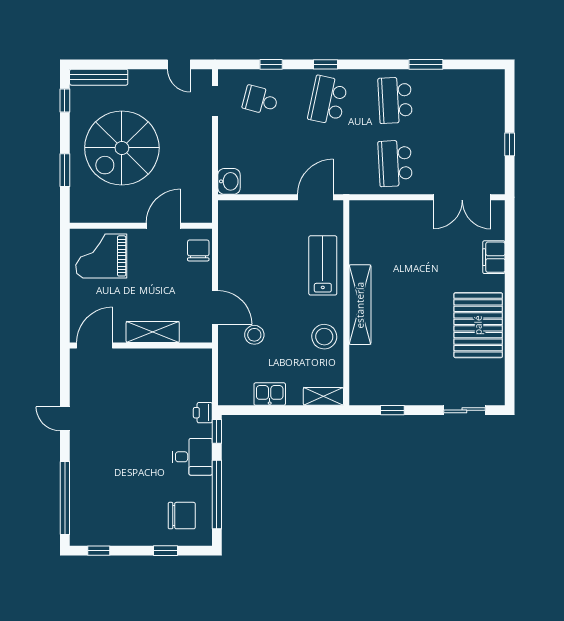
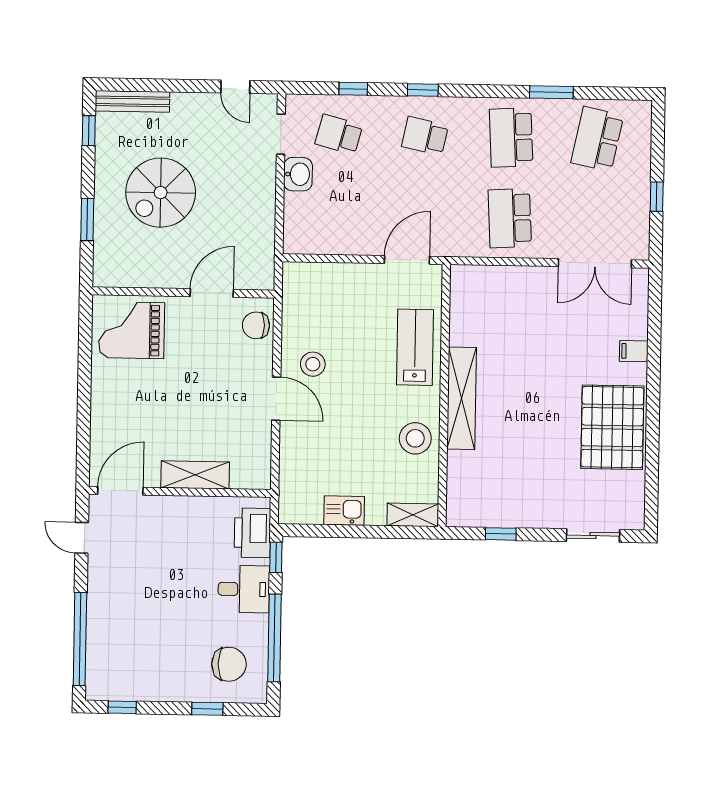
school desk: (328, 100) -> (425, 136), width x0.54
school desk: (462, 100) -> (597, 139), added
spiral stairs: (122, 148) -> (161, 193), width x0.73, depth x0.73
washbasin: (229, 181) -> (298, 174), moved
chair: (198, 250) -> (256, 325), turned -90
filing cabinet: (494, 257) -> (634, 351), width x0.50
shelving: (153, 332) -> (195, 475), moved
stool: (254, 335) -> (313, 364), moved
door: (95, 346) -> (120, 491), moved
wall: (141, 346) -> (180, 492), moved
printer: (203, 413) -> (252, 533), width x1.87, depth x1.48

